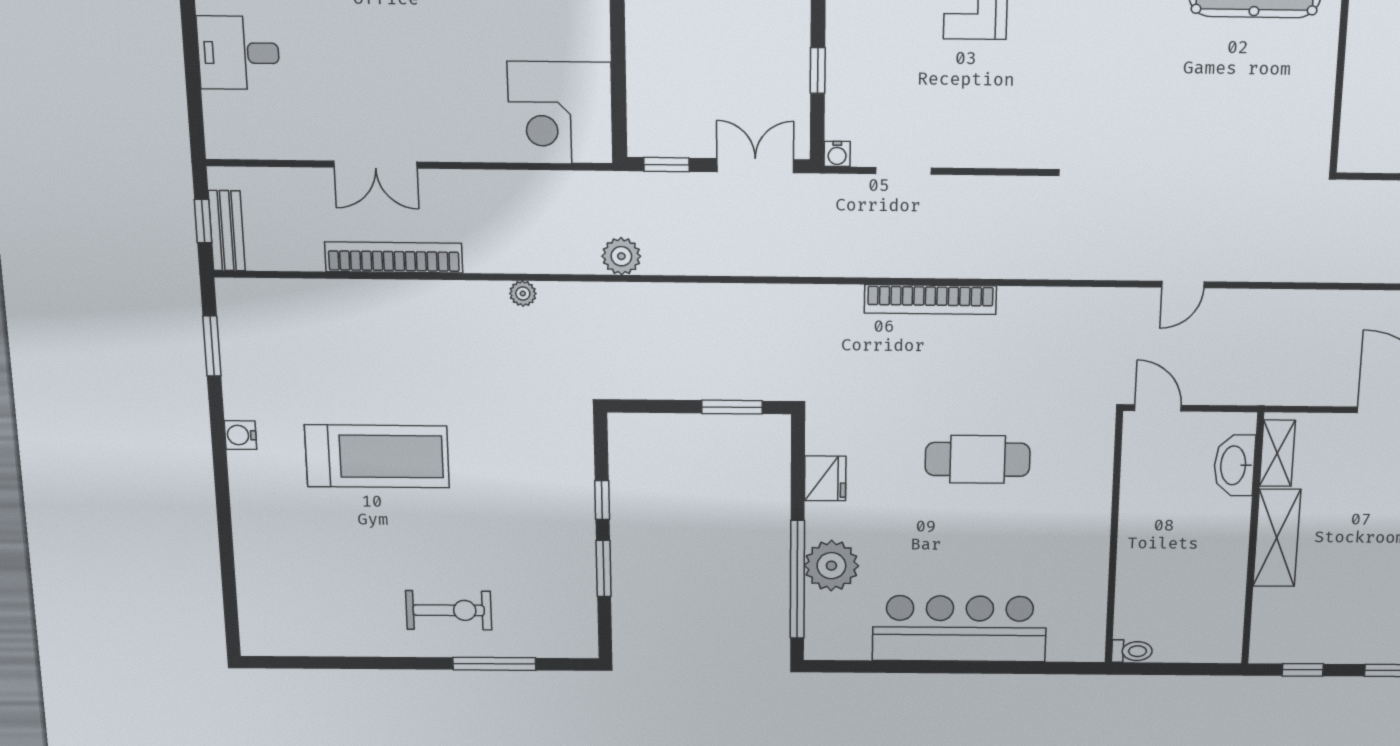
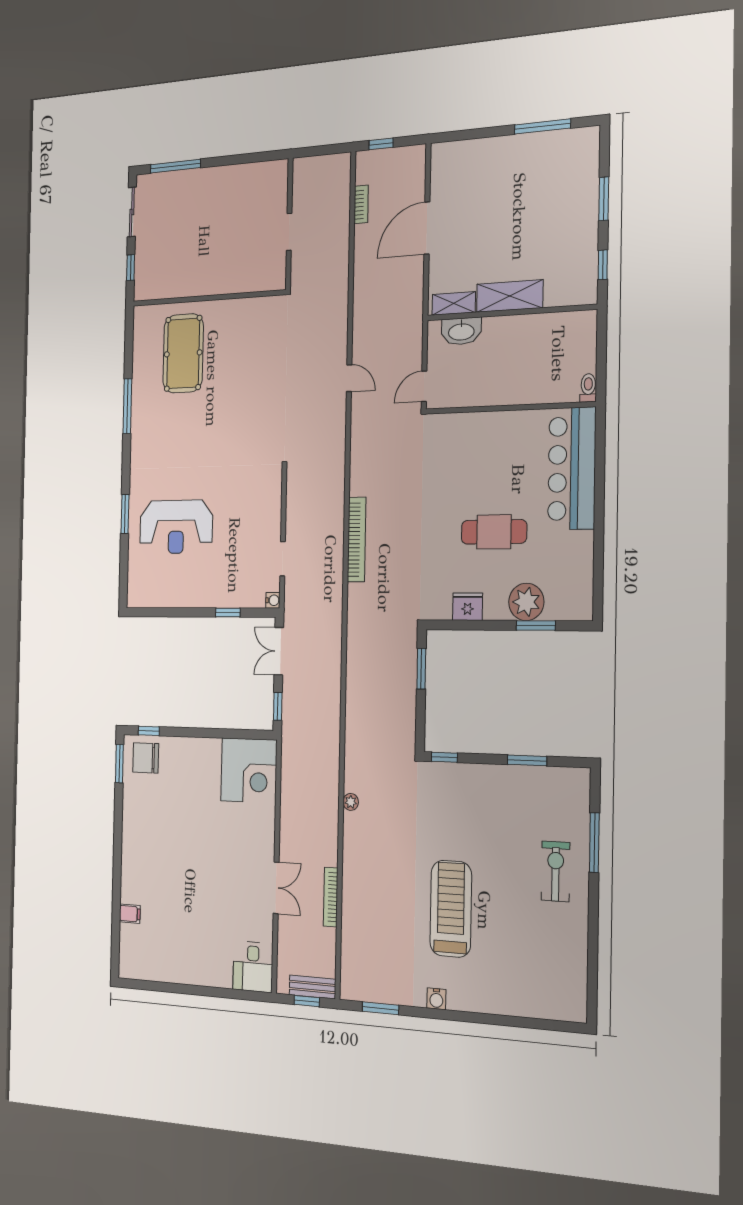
desk: (238, 53) -> (253, 967), moved
plant: (621, 256) -> (329, 737), removed
bookcase: (394, 257) -> (331, 897), width x0.68, depth x0.76
cafe table: (978, 459) -> (494, 532), moved, turned 90
window: (602, 500) -> (444, 757), moved
window: (797, 580) -> (536, 626), width x0.47
bar counter: (959, 629) -> (572, 468), moved

